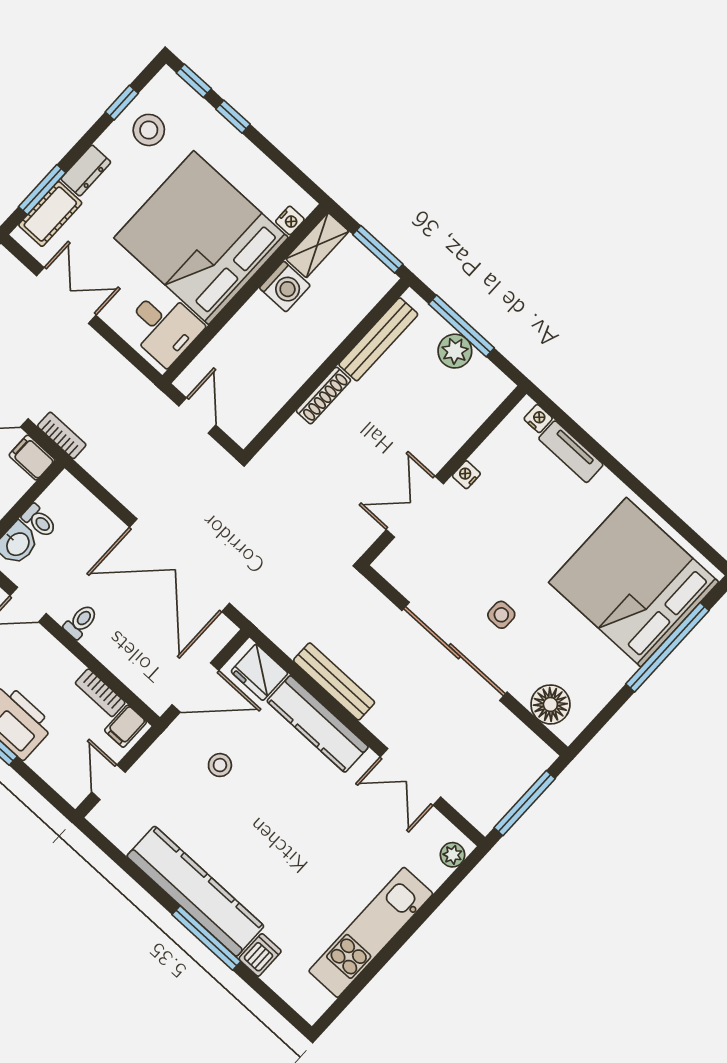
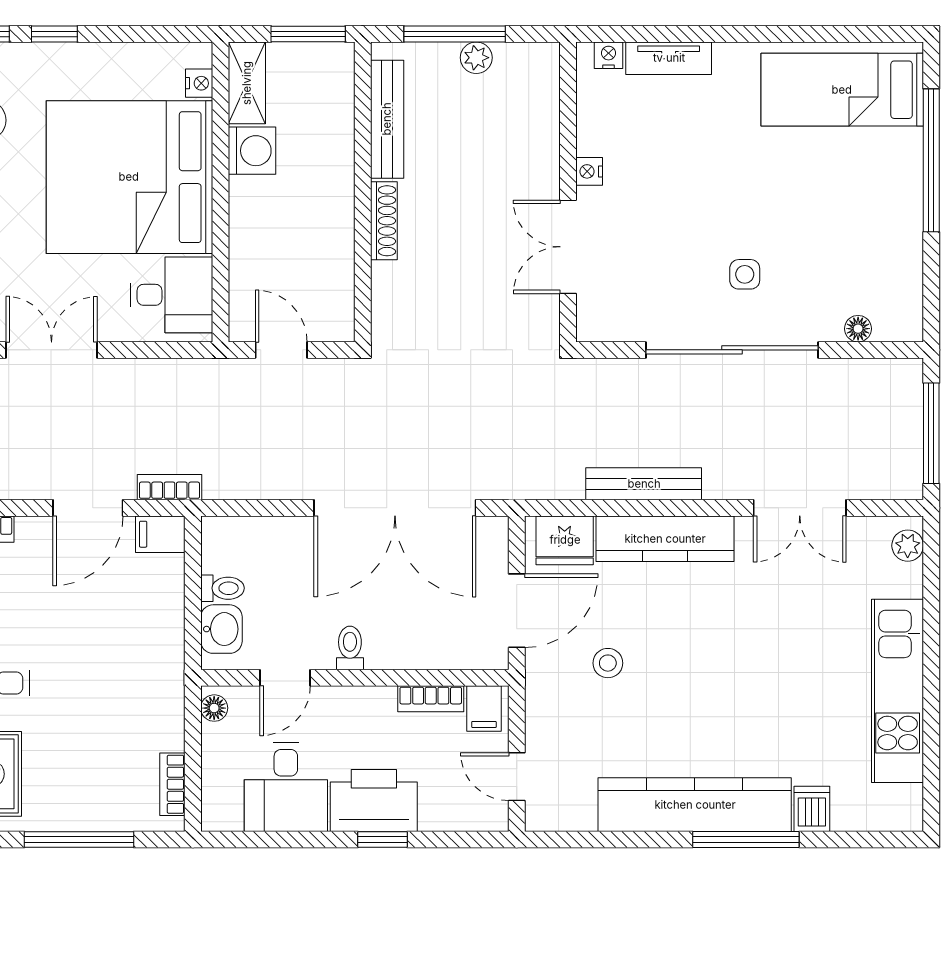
plant: (455, 351) -> (476, 58), width x0.73, depth x0.73
bed: (634, 582) -> (842, 90), width x0.49
floor lamp: (550, 704) -> (858, 329), width x0.53, depth x0.53

